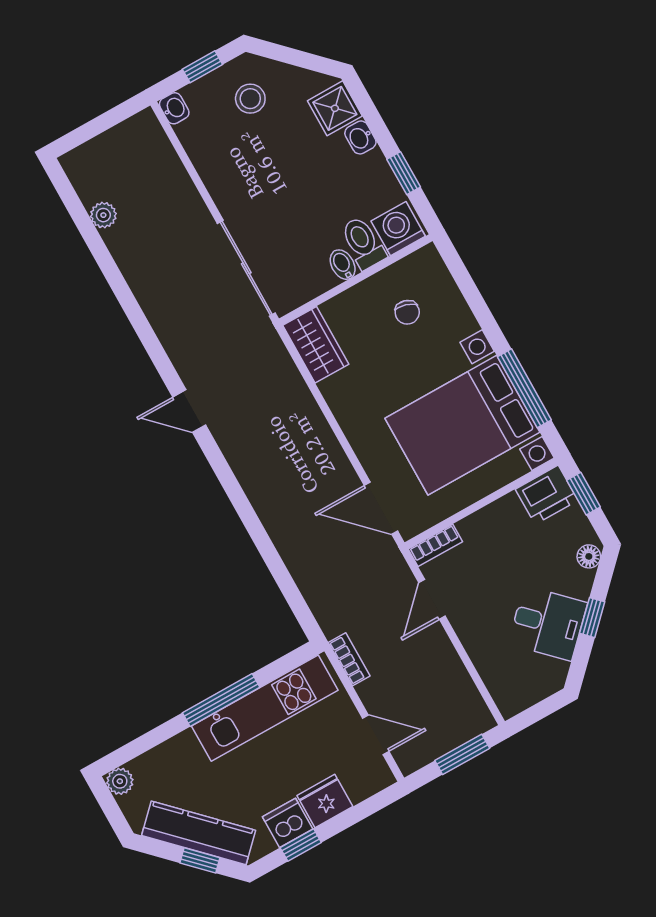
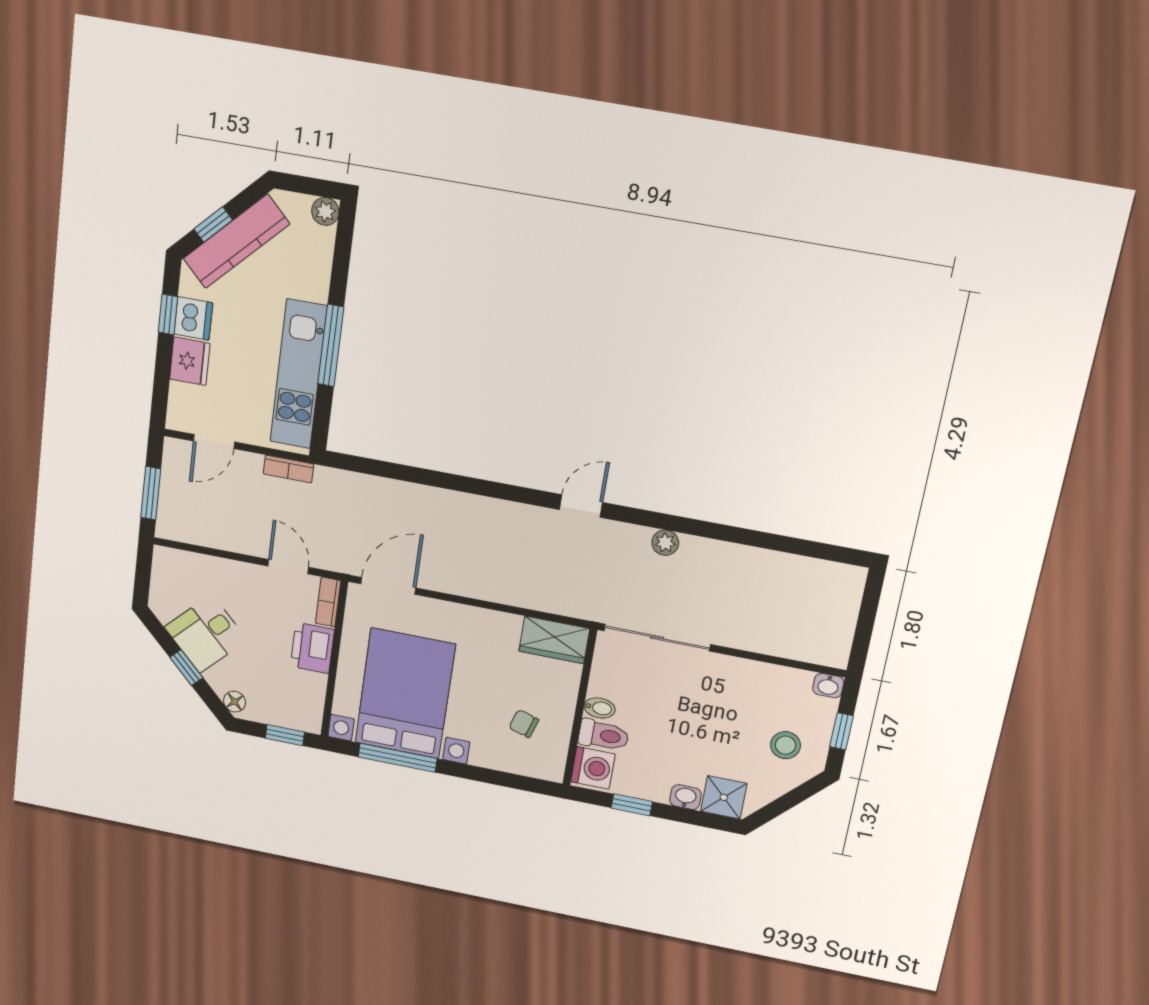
plant: (103, 215) -> (665, 543), moved
printer: (547, 495) -> (312, 648), moved

